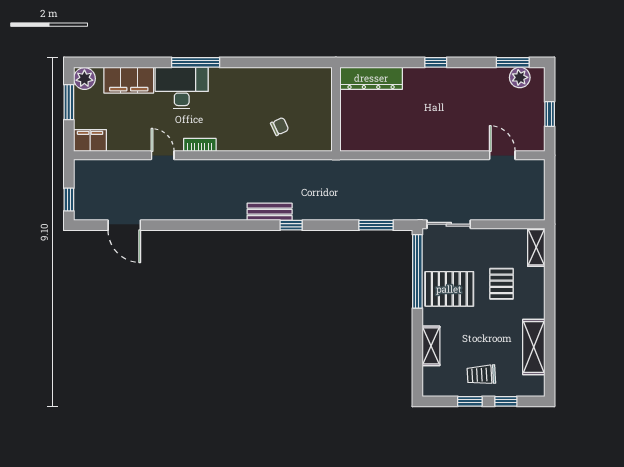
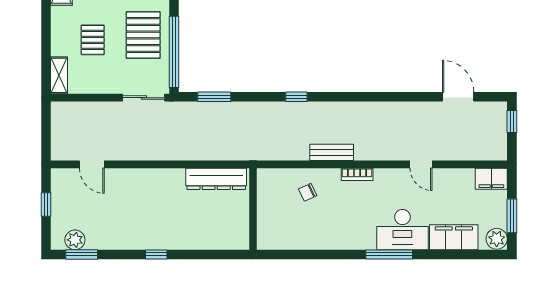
dresser: (371, 78) -> (216, 179), moved, turned 180
bookcase: (200, 145) -> (357, 174), moved
bench: (270, 212) -> (332, 152), moved
pallet: (449, 289) -> (143, 35), turned 90

